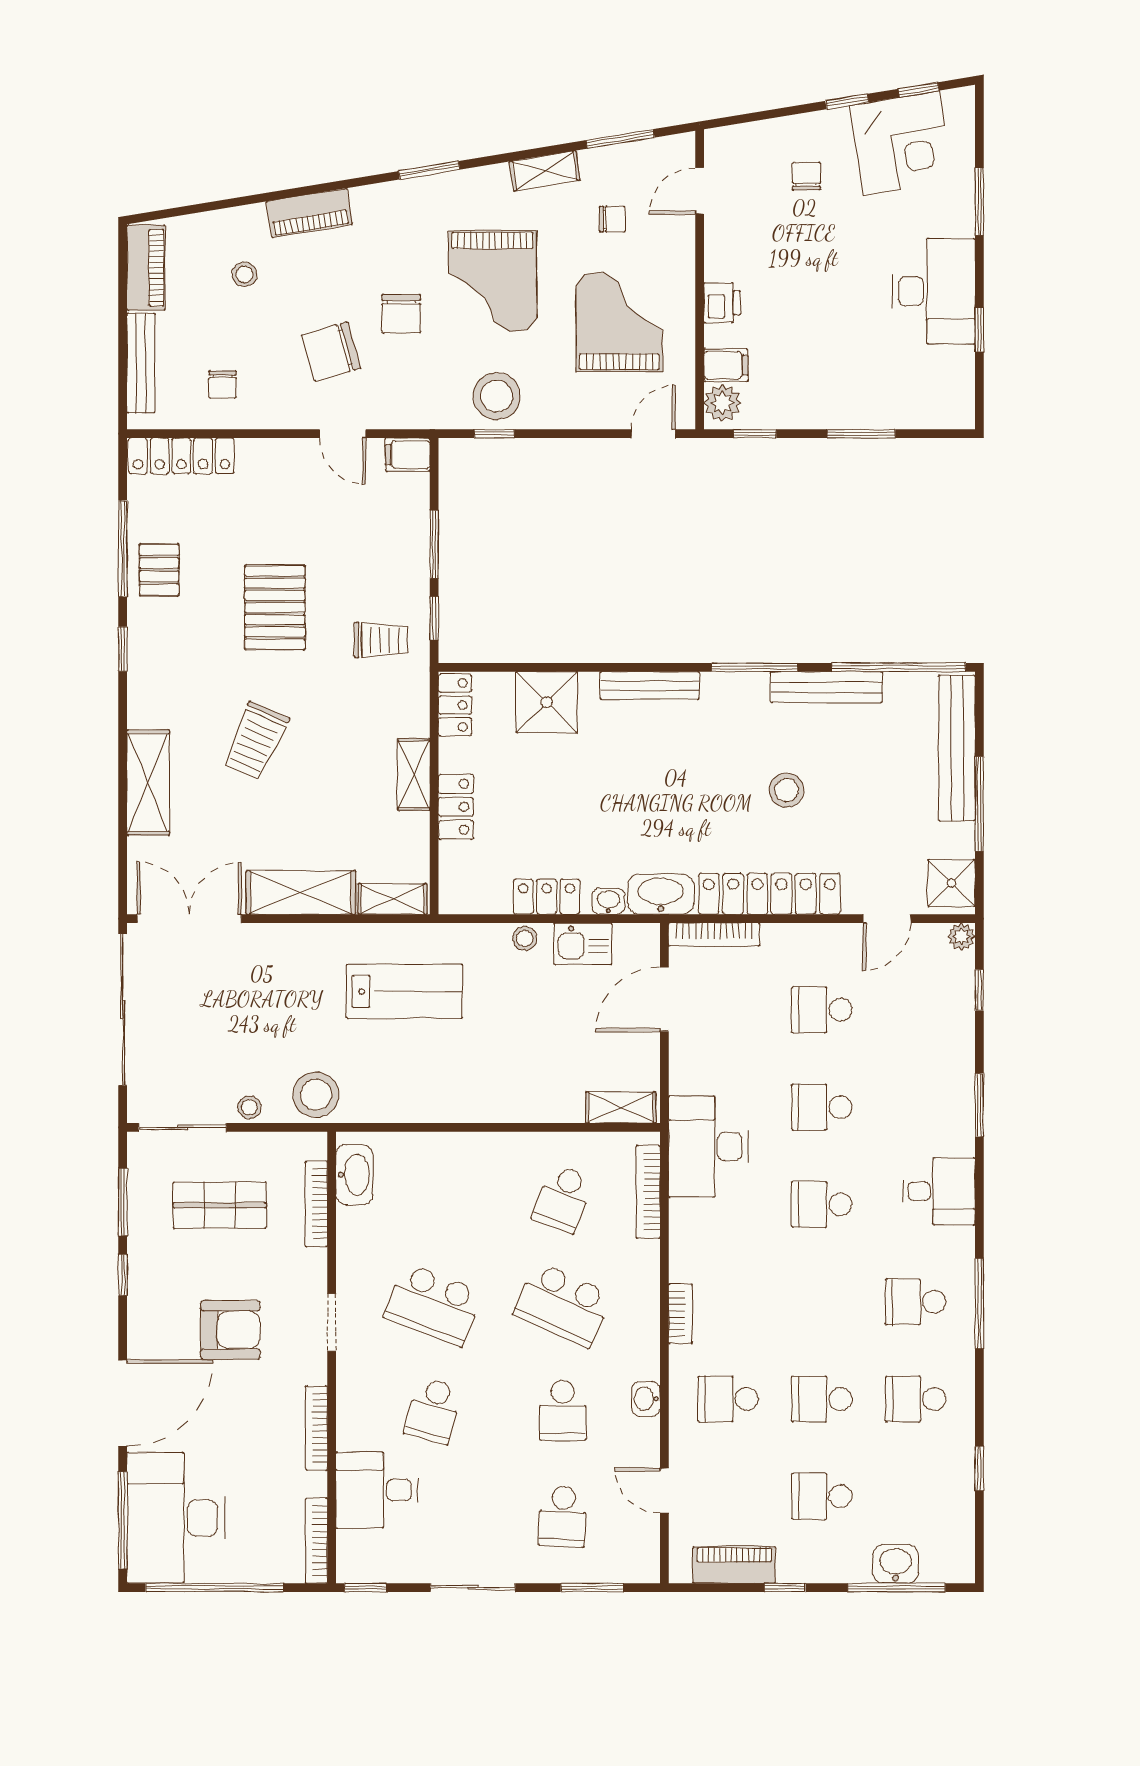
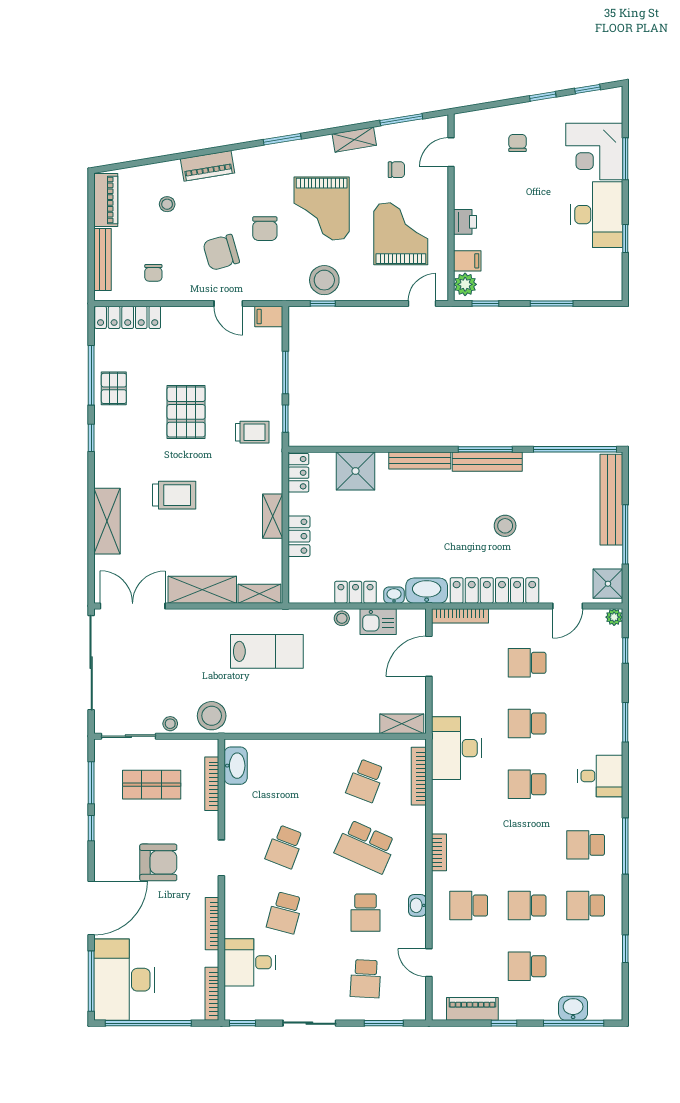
corner desk: (902, 143) -> (594, 151), moved, turned 99
bench: (826, 687) -> (487, 462), moved
trolley: (256, 741) -> (174, 495), turned -114
school desk: (433, 1305) -> (285, 847), width x0.54

